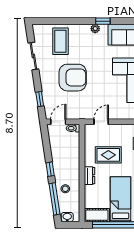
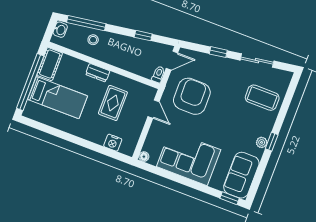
window: (103, 21) -> (272, 142), moved
armchair: (73, 78) -> (192, 96), moved, turned 180
window: (40, 99) -> (218, 52), moved
door: (58, 122) -> (172, 61), hinge flipped
window: (50, 169) -> (143, 36), moved

